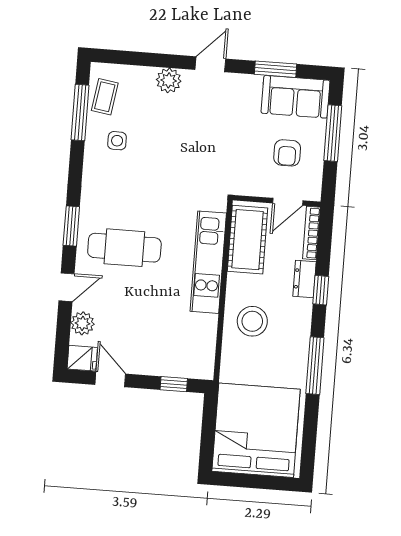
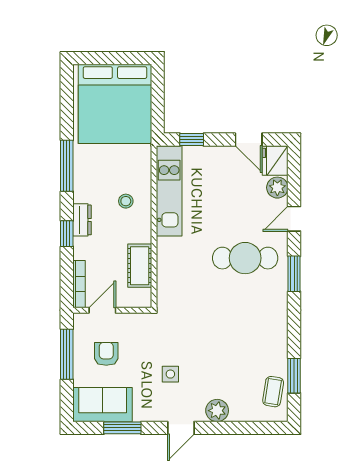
window: (80, 113) -> (294, 376), width x0.69
window: (333, 133) -> (67, 354), moved
side table: (117, 141) -> (170, 374), moved
cot: (248, 240) -> (140, 266), width x0.73, depth x0.75
kitchen unit: (208, 262) -> (169, 191), moved
dresser: (304, 279) -> (82, 220), moved
stool: (252, 321) -> (126, 201), width x0.53, depth x0.53
fridge: (82, 358) -> (275, 161), width x1.38

